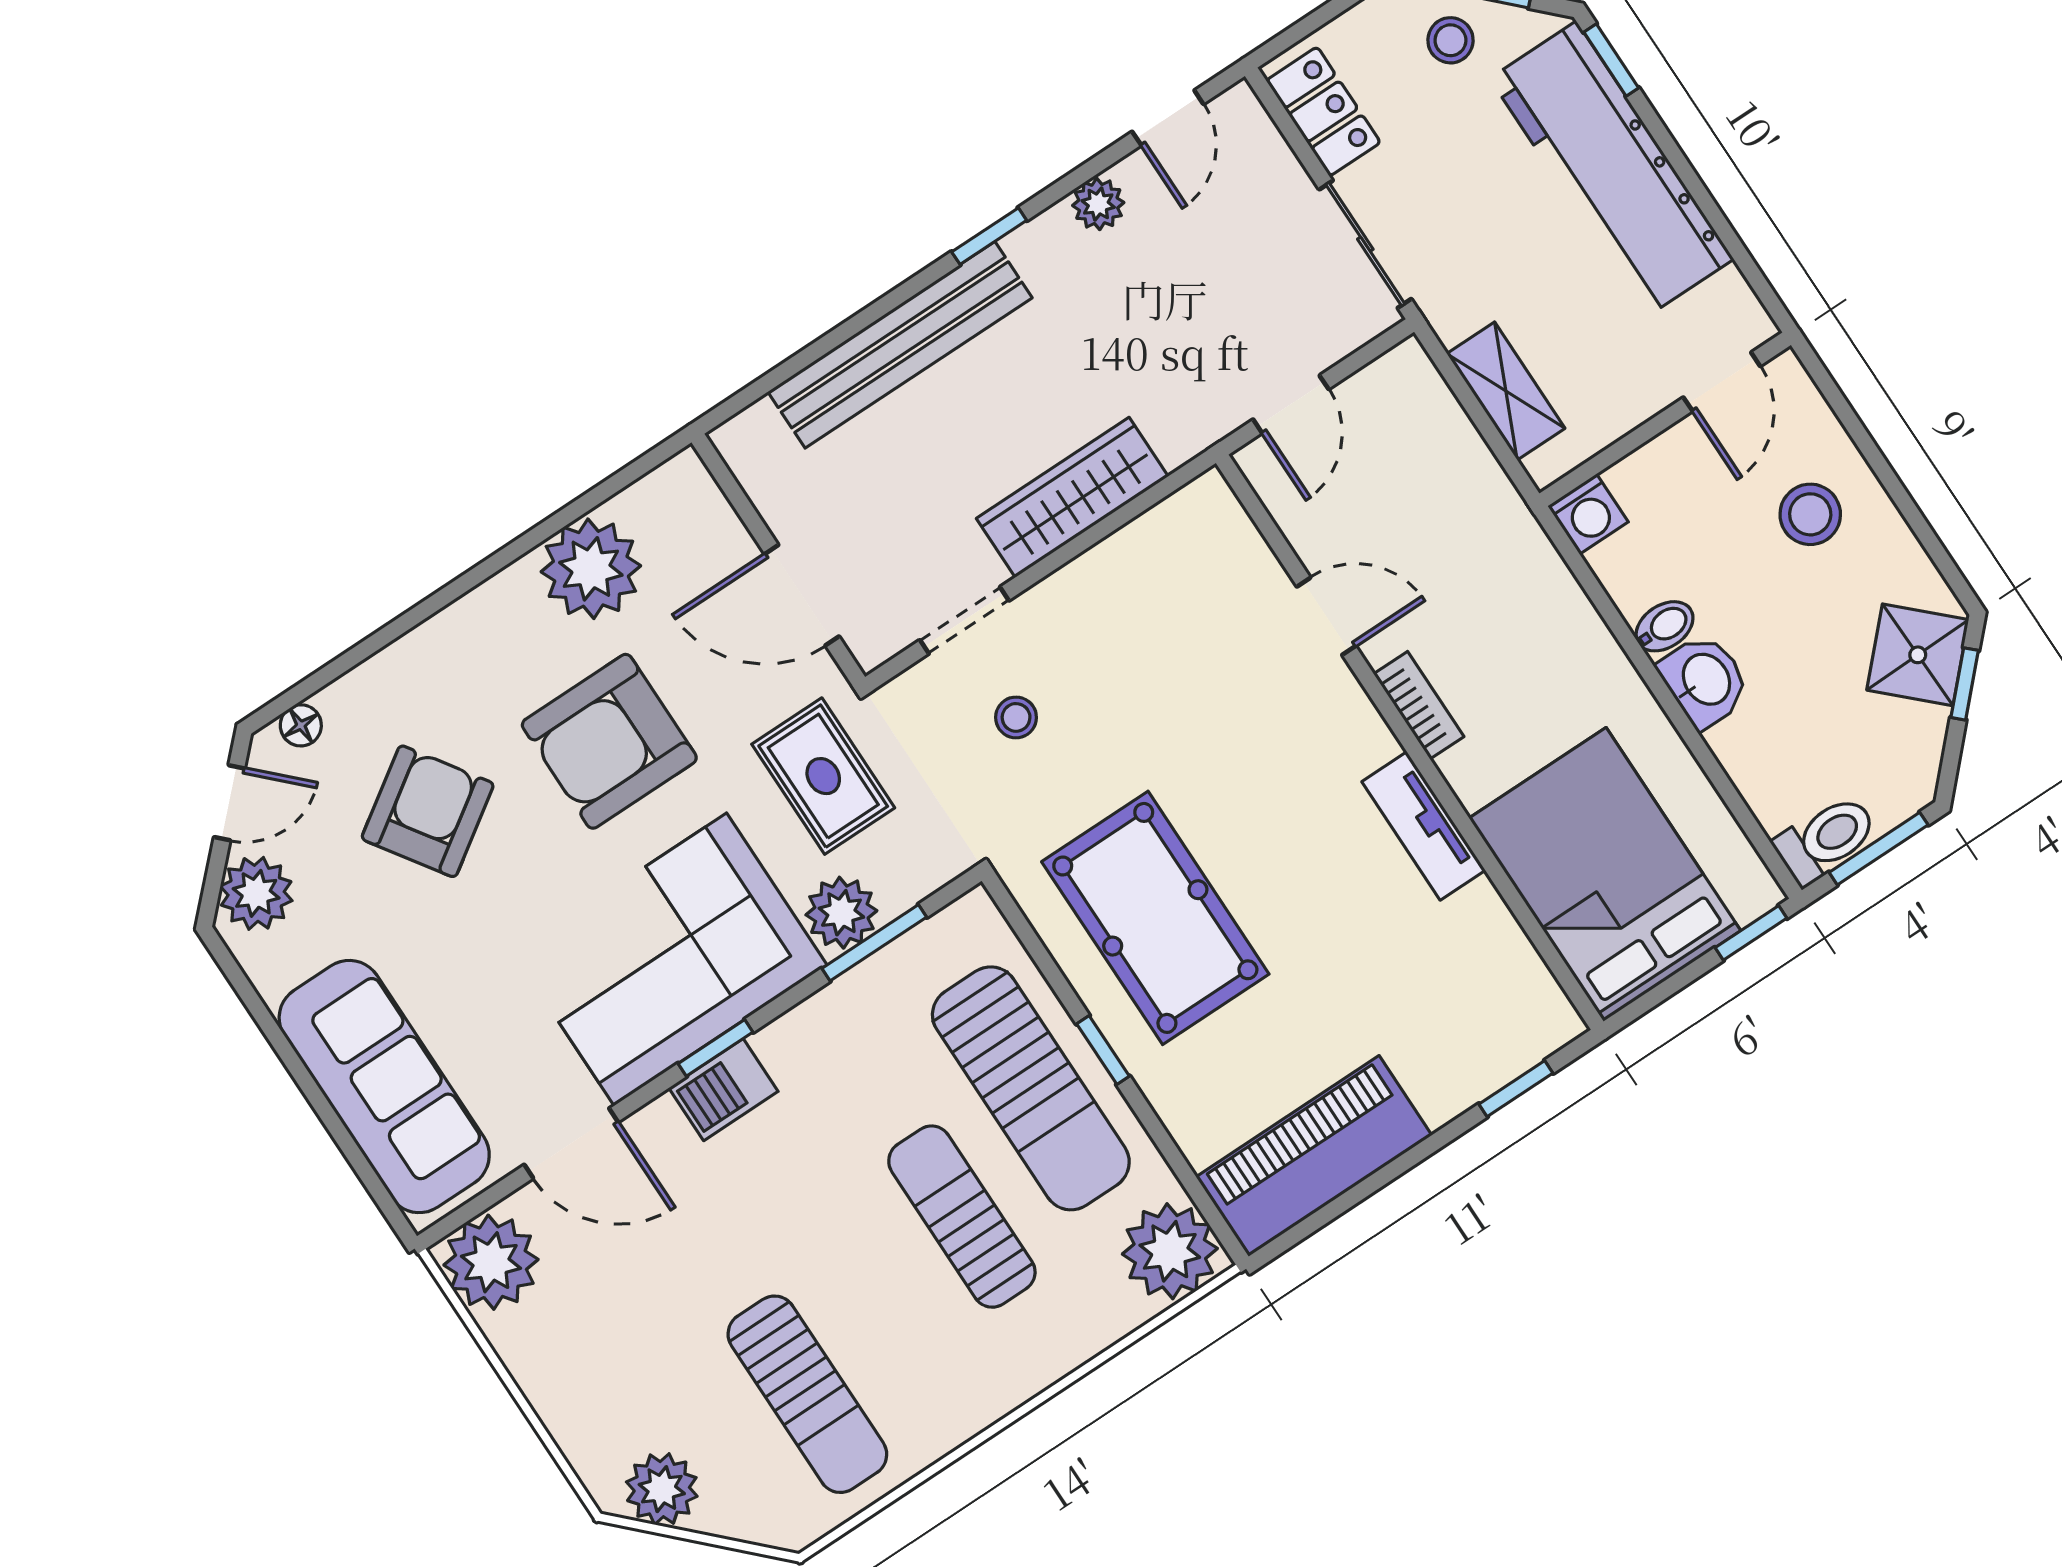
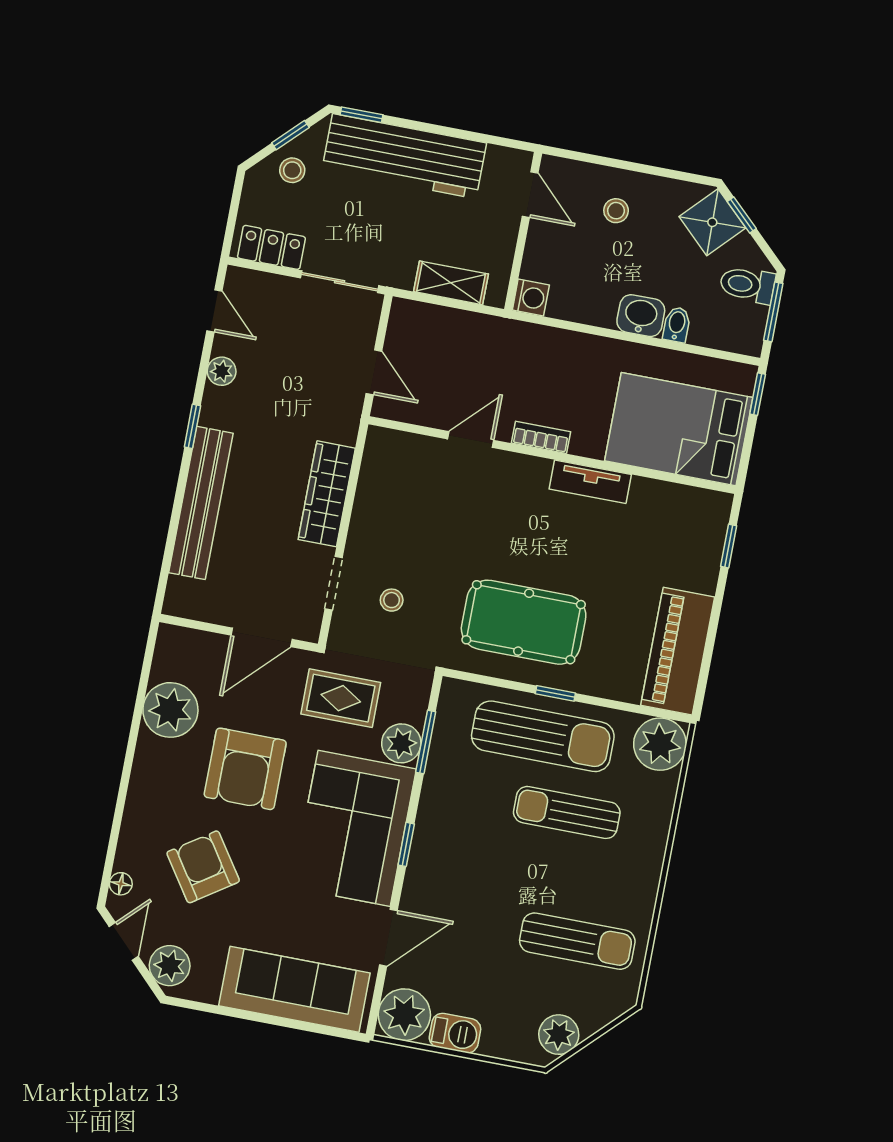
stool: (1810, 514) -> (616, 211), width x0.73, depth x0.73
bidet: (1665, 626) -> (677, 325), moved
toilet: (1826, 839) -> (747, 285), moved, turned -90
barbecue: (723, 1090) -> (455, 1033), moved, turned -90

